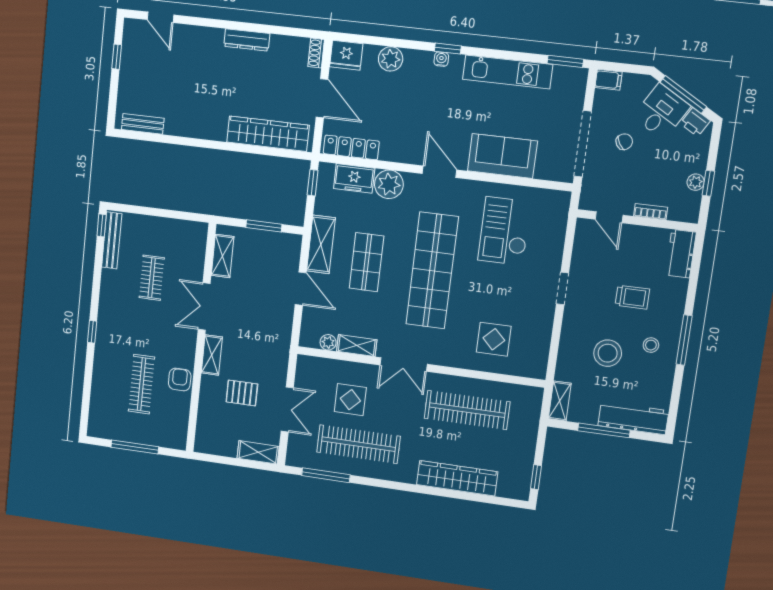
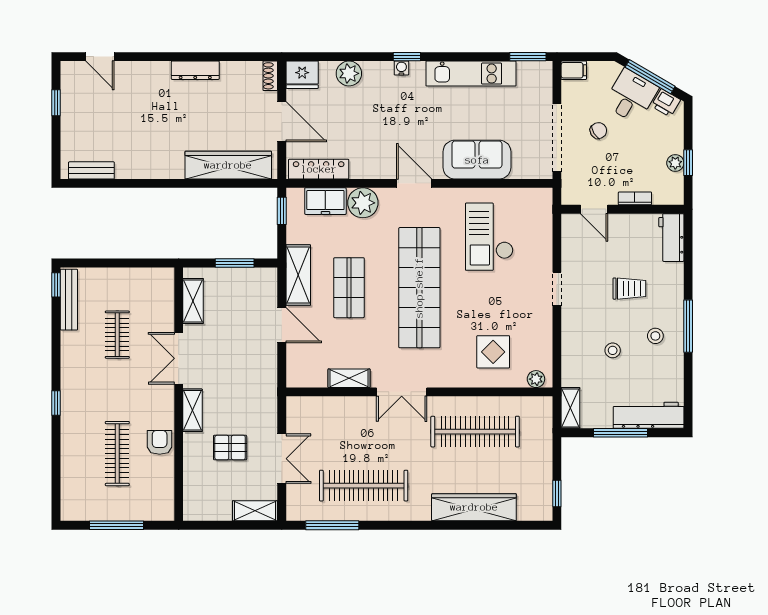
plant: (328, 342) -> (536, 379), moved
stool: (608, 353) -> (613, 350), width x0.53, depth x0.53
display table: (350, 400) -> (349, 438), removed

